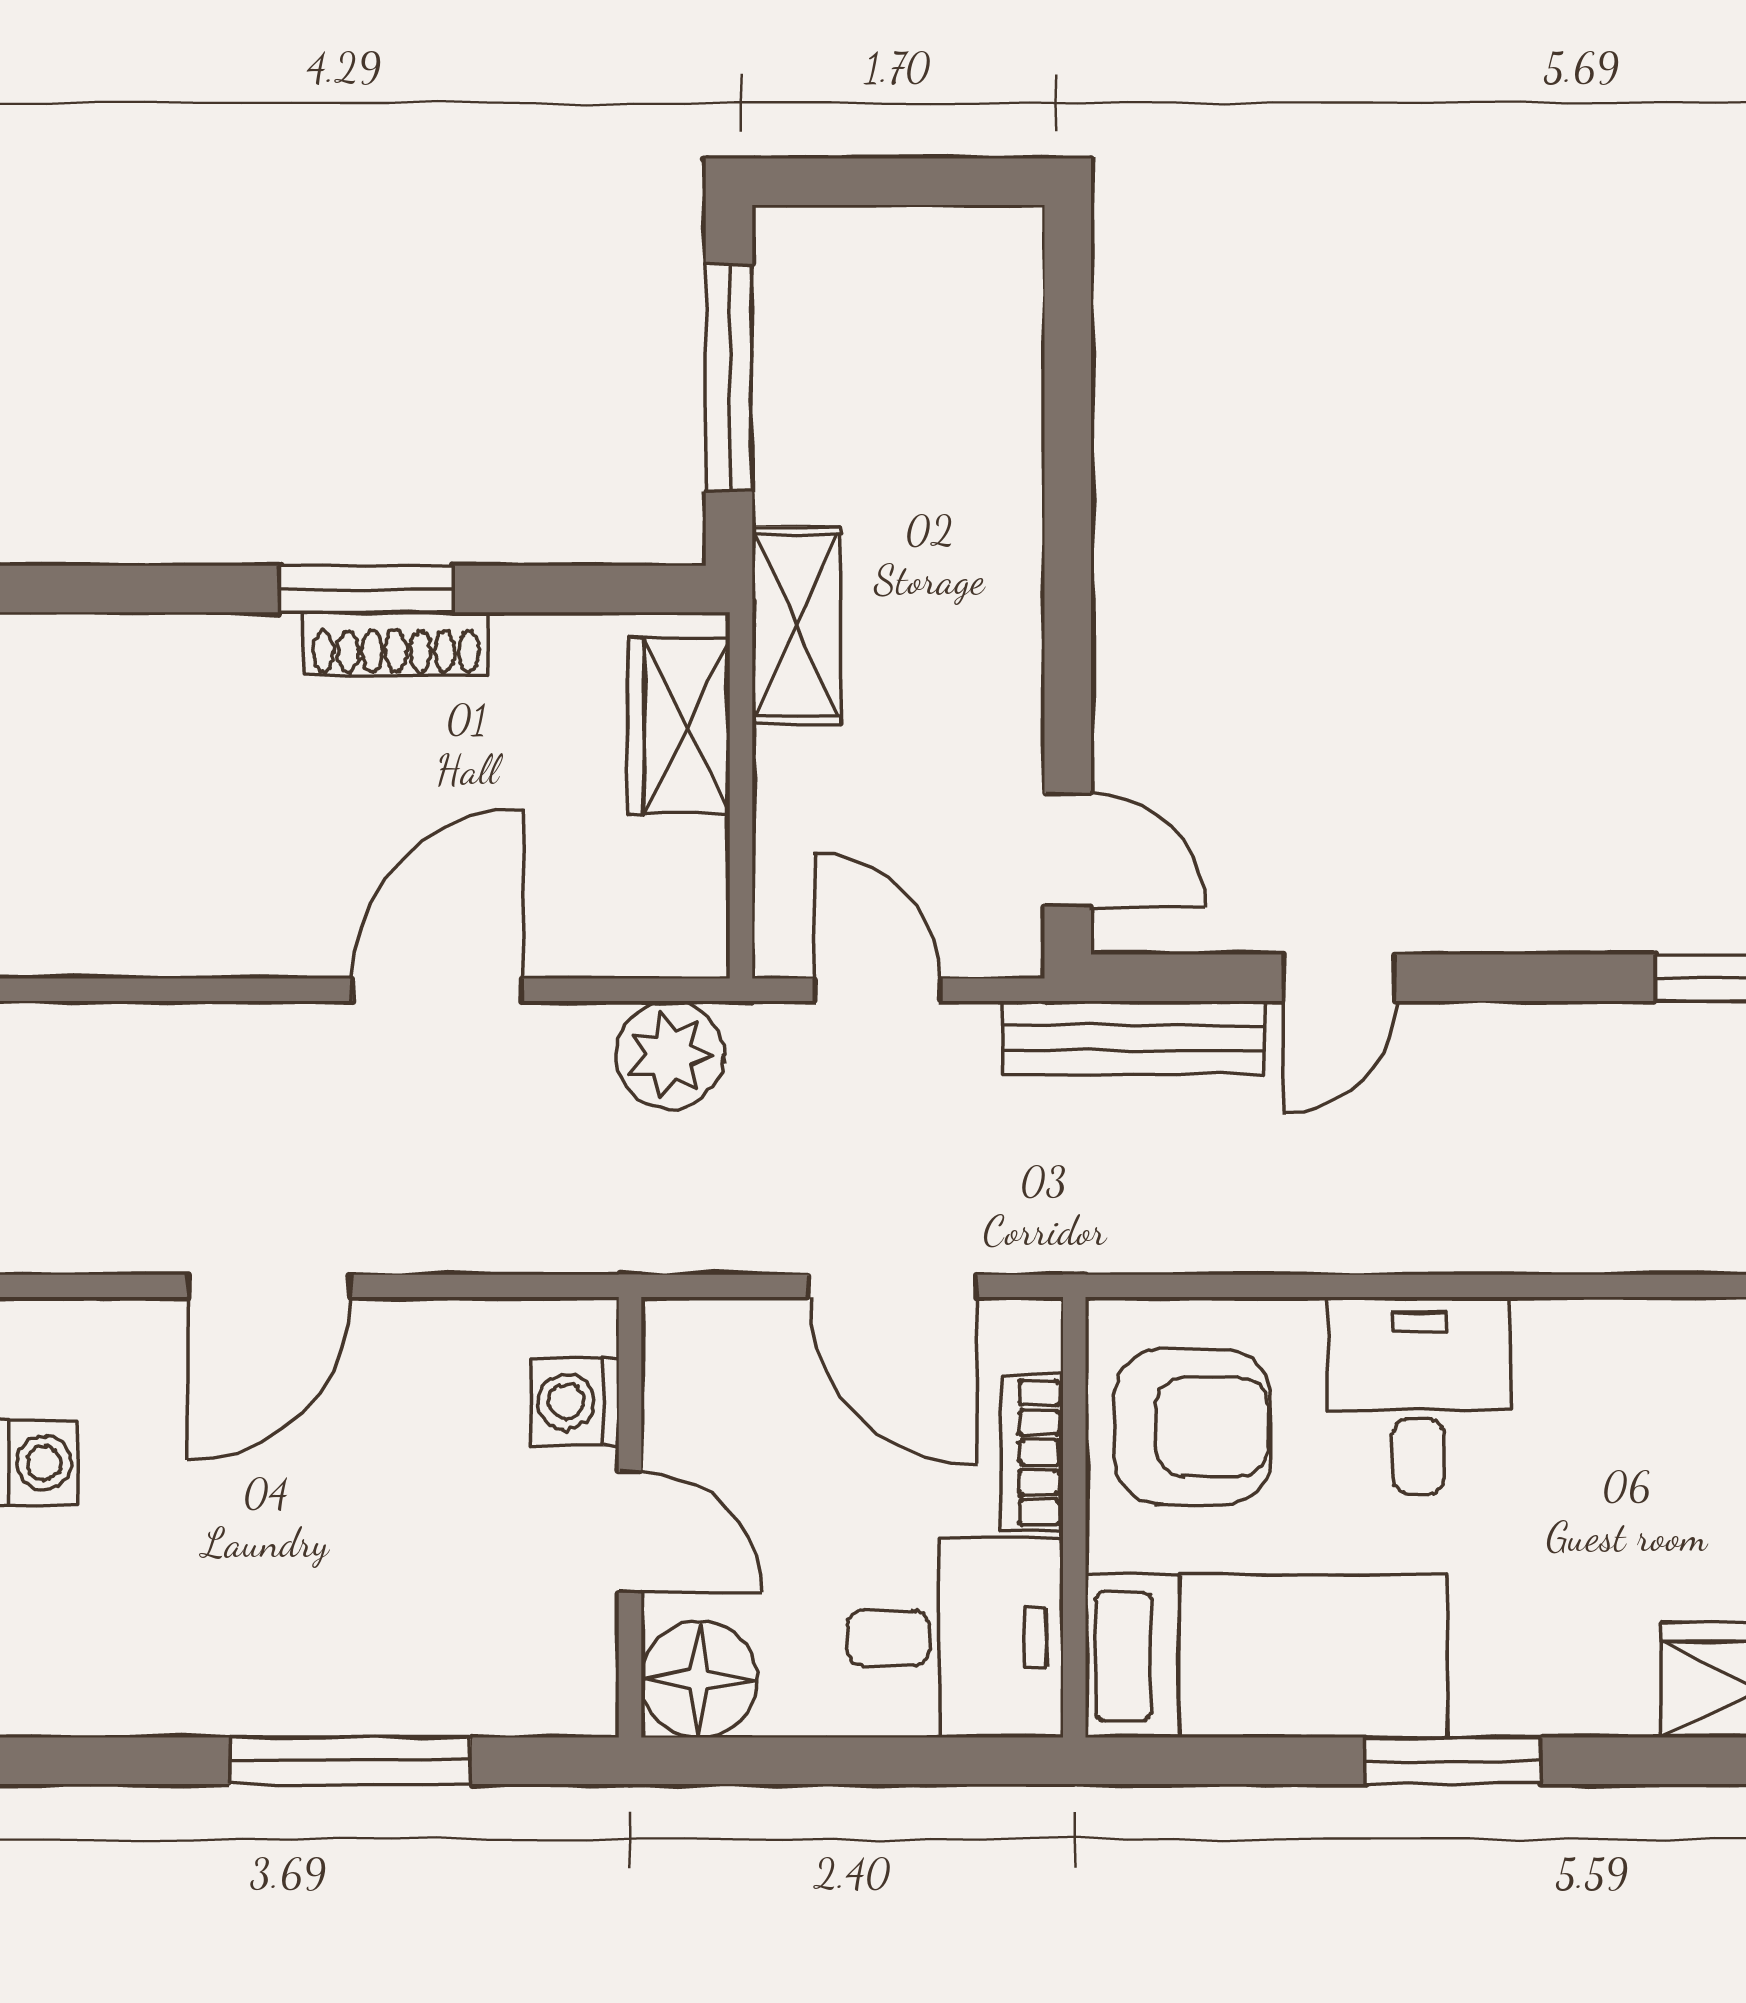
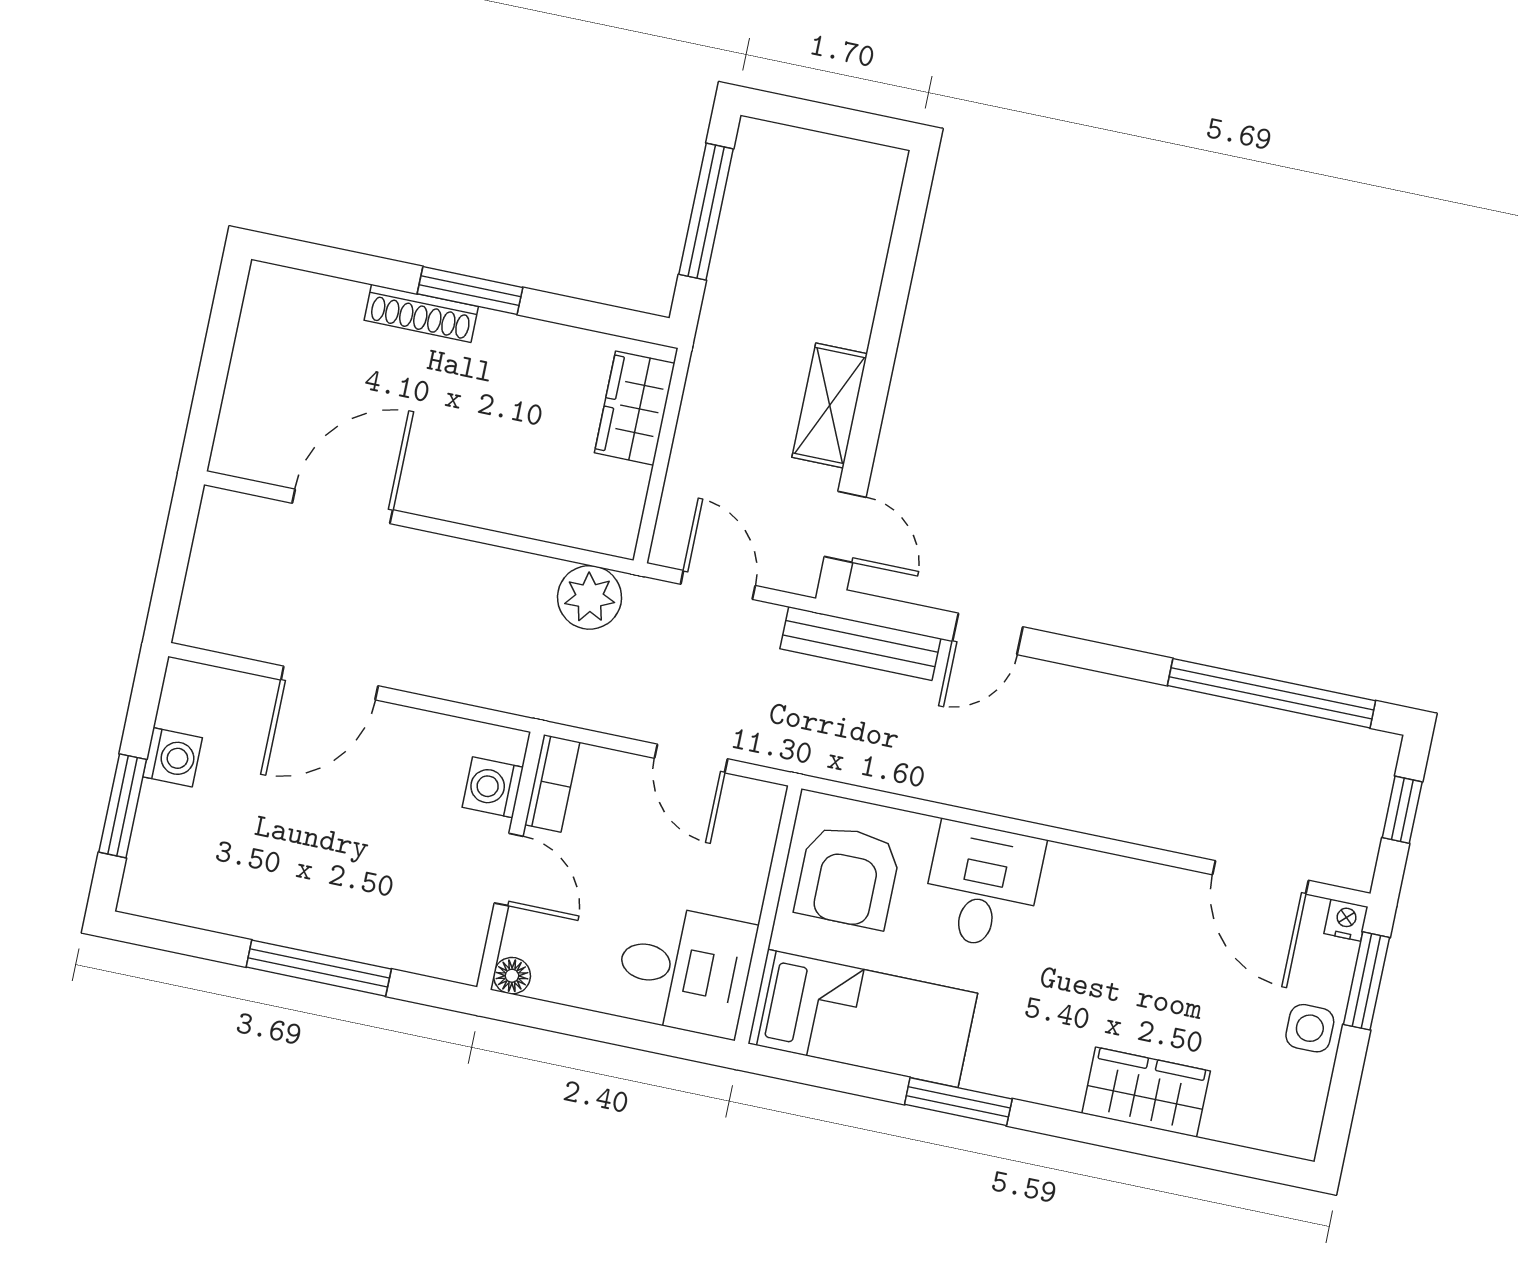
shelving: (797, 625) -> (830, 406), moved
shoe rack: (396, 643) -> (421, 313), moved
door: (438, 990) -> (342, 506), moved
door: (893, 1286) -> (691, 758), width x0.73
armchair: (1193, 1427) -> (848, 877), turned 90
bookcase: (1032, 1453) -> (552, 783), moved, turned 180
floor lamp: (699, 1679) -> (512, 976), width x0.53, depth x0.53

